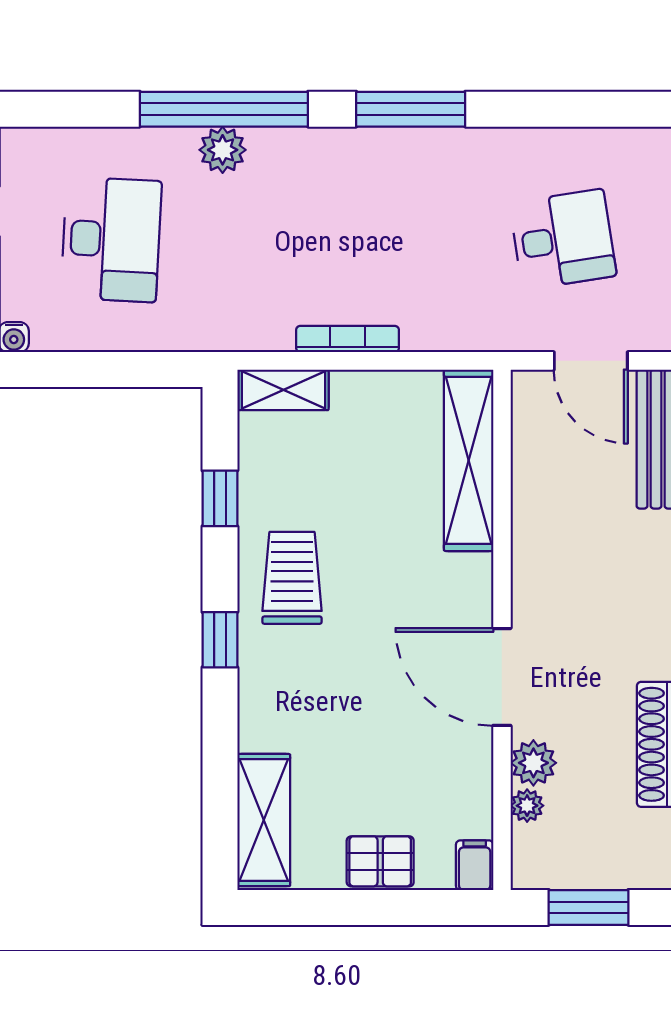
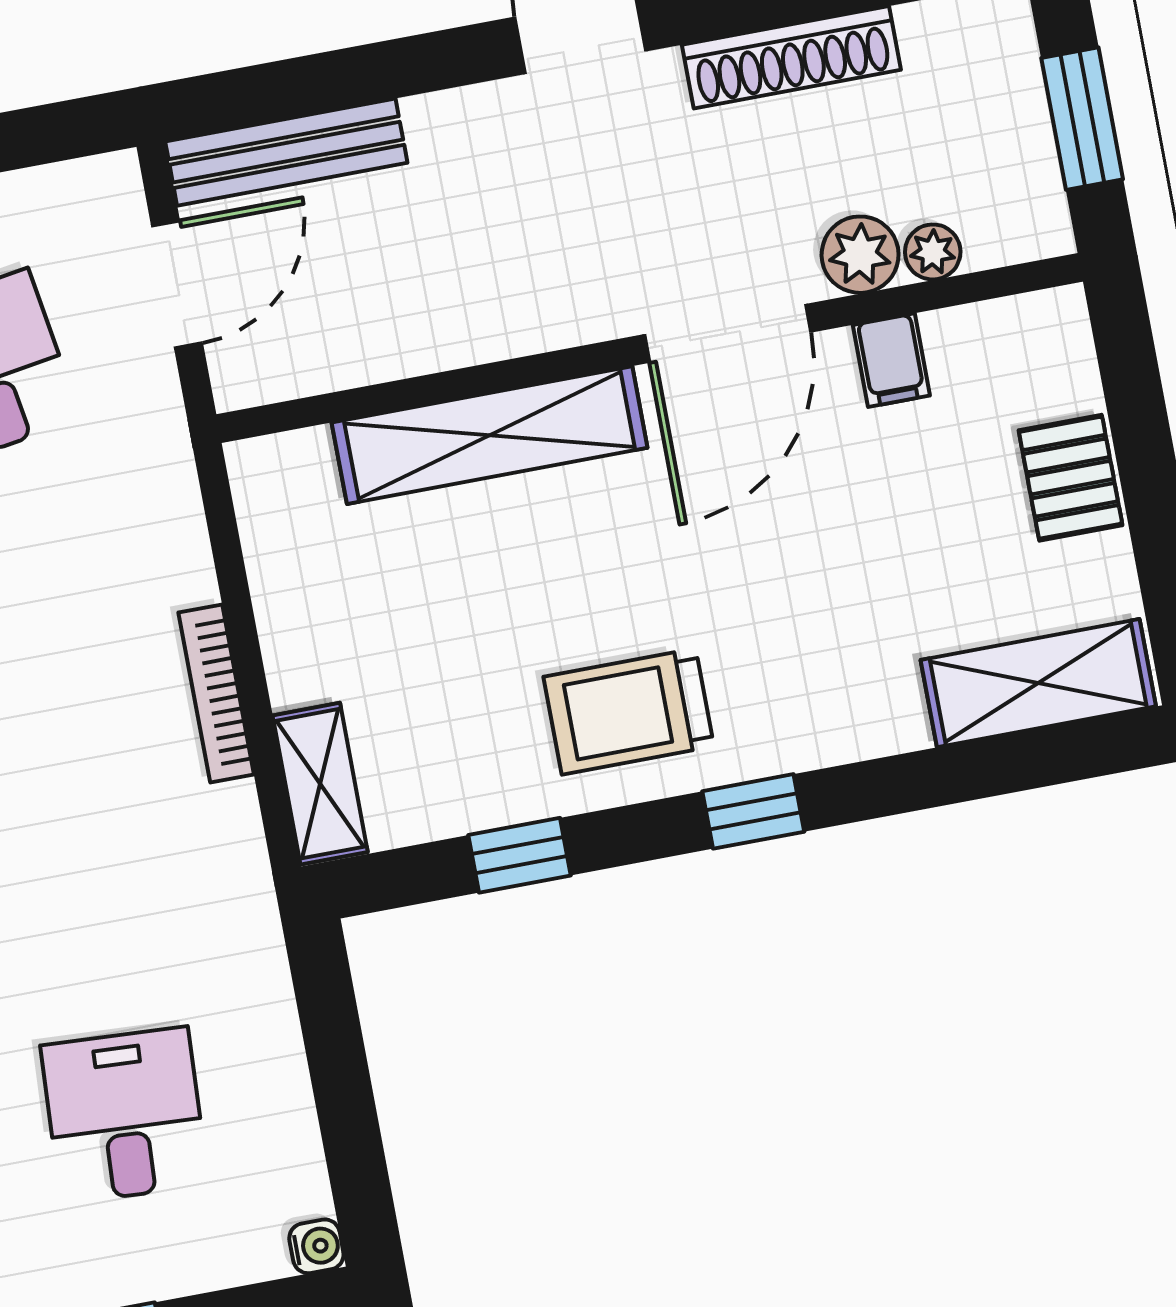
desk: (111, 239) -> (125, 1115), width x0.73
shelving: (469, 460) -> (490, 435), moved
filing cabinet: (475, 865) -> (891, 360), moved, turned -90

